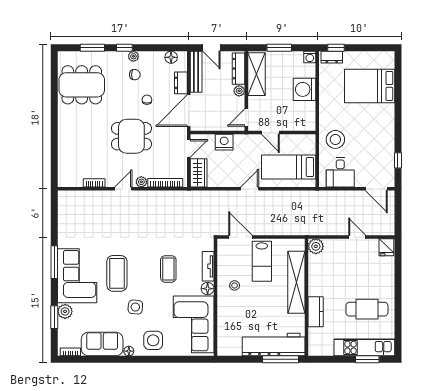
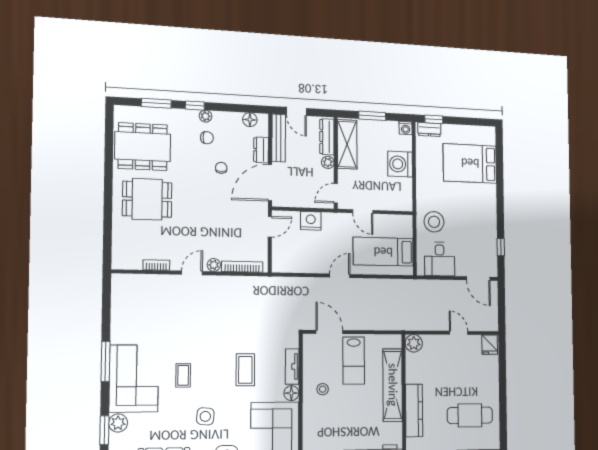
dining table: (131, 136) -> (147, 199), moved
wardrobe: (199, 173) -> (281, 256), removed
coffee table: (117, 273) -> (183, 375), width x0.54, depth x0.58
kitchen counter: (316, 312) -> (414, 410), width x1.50

